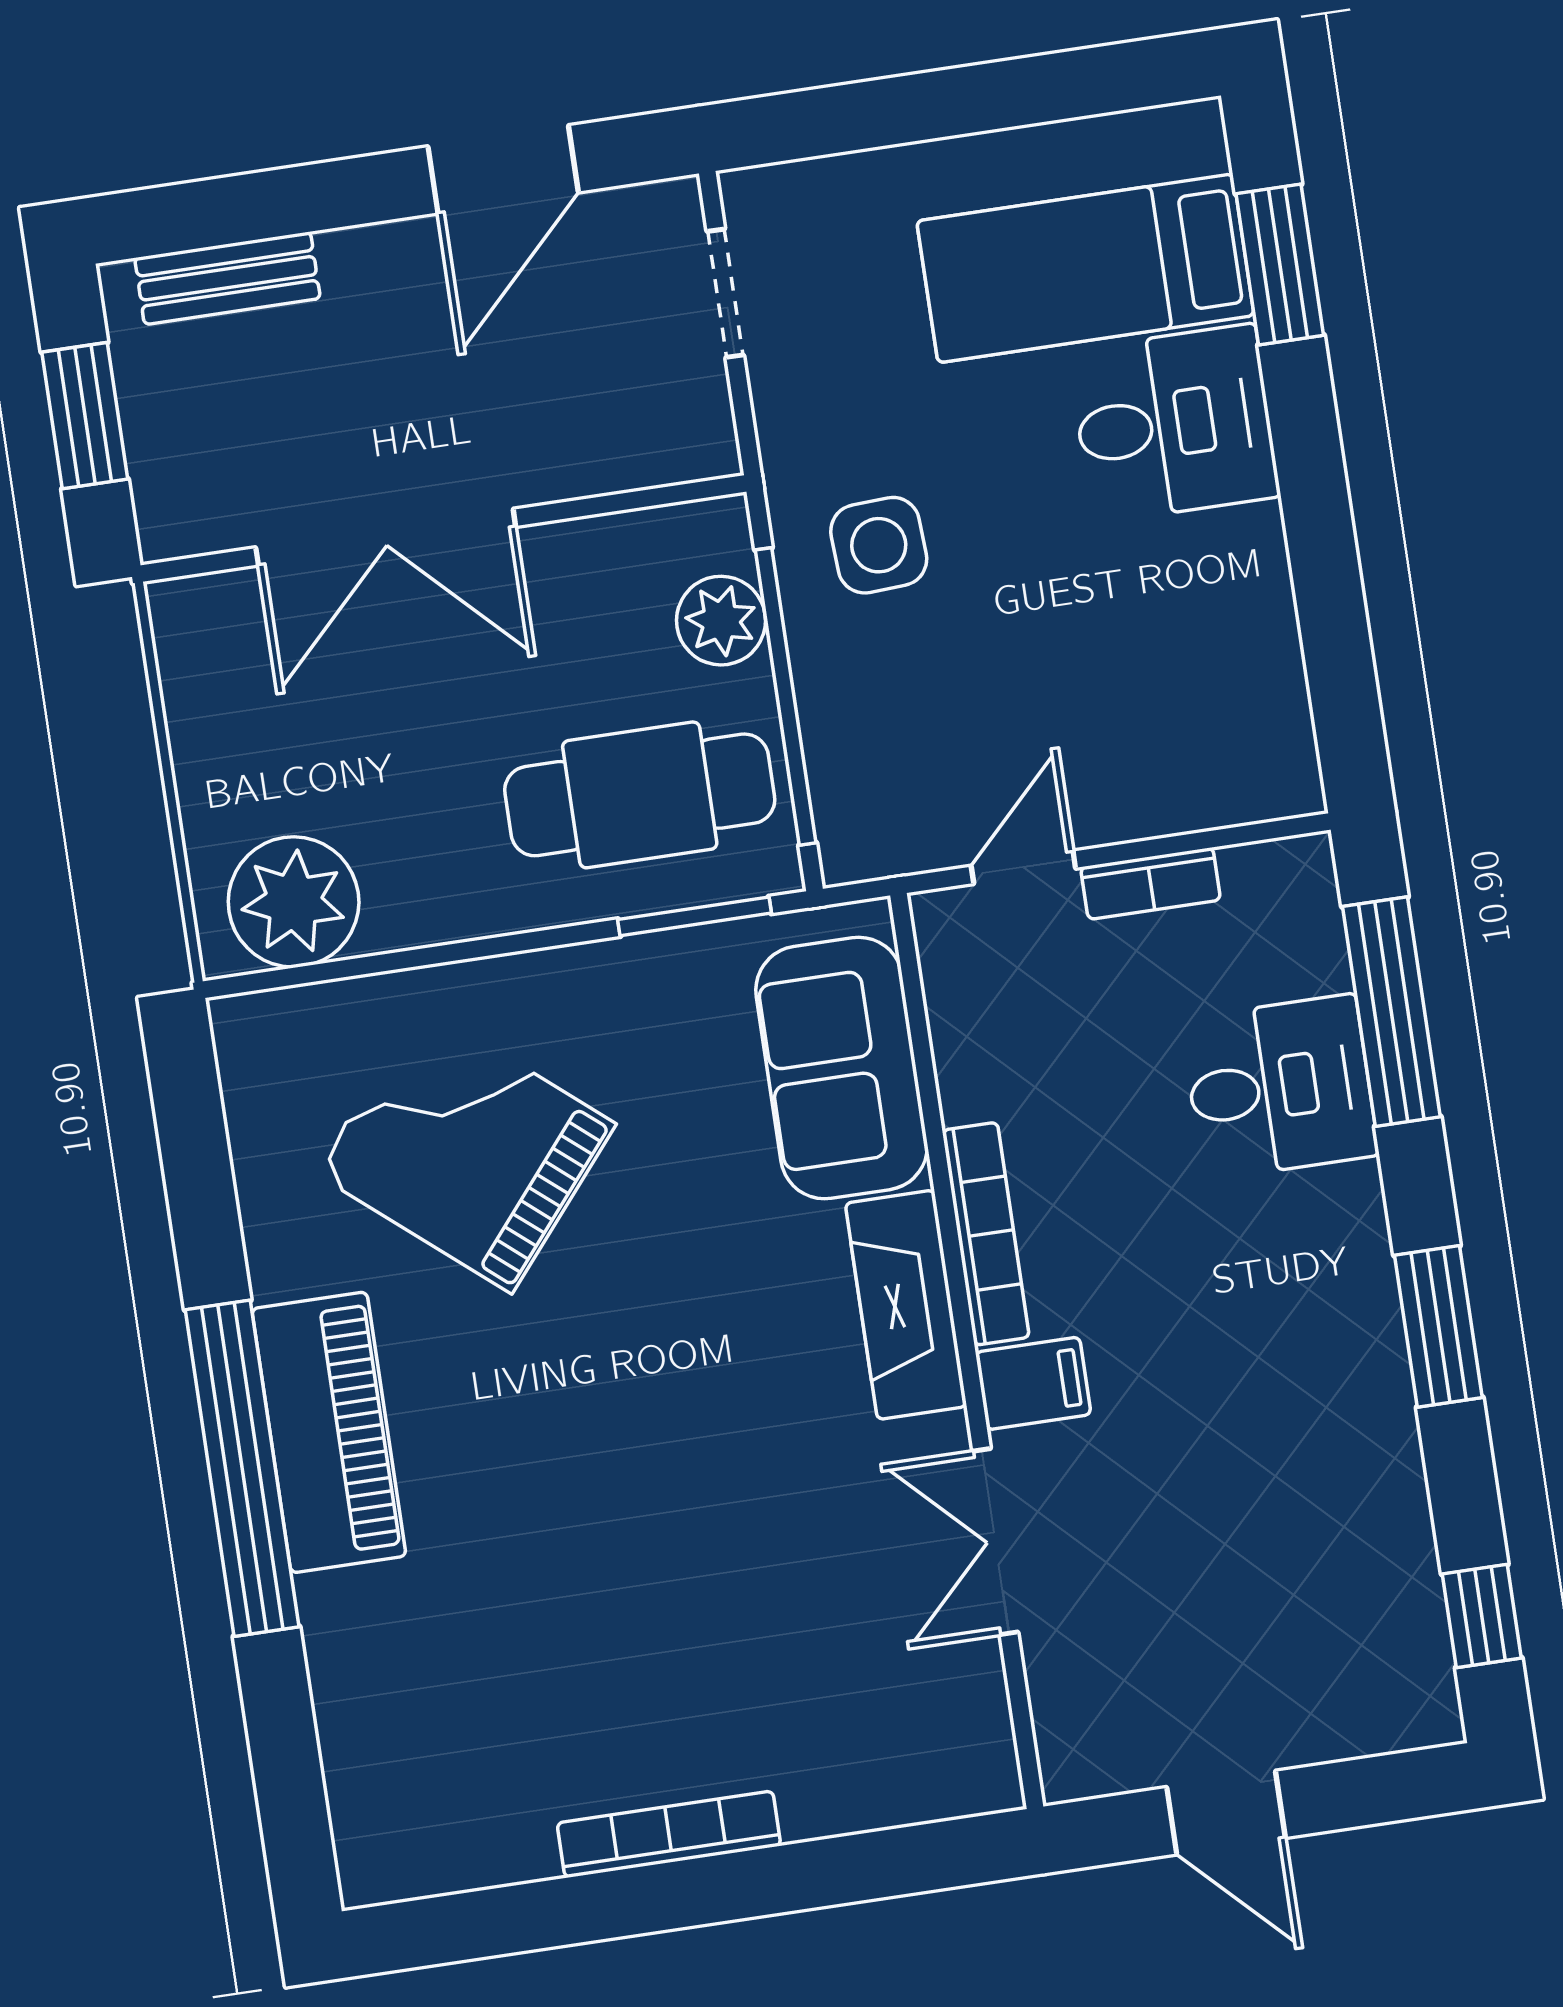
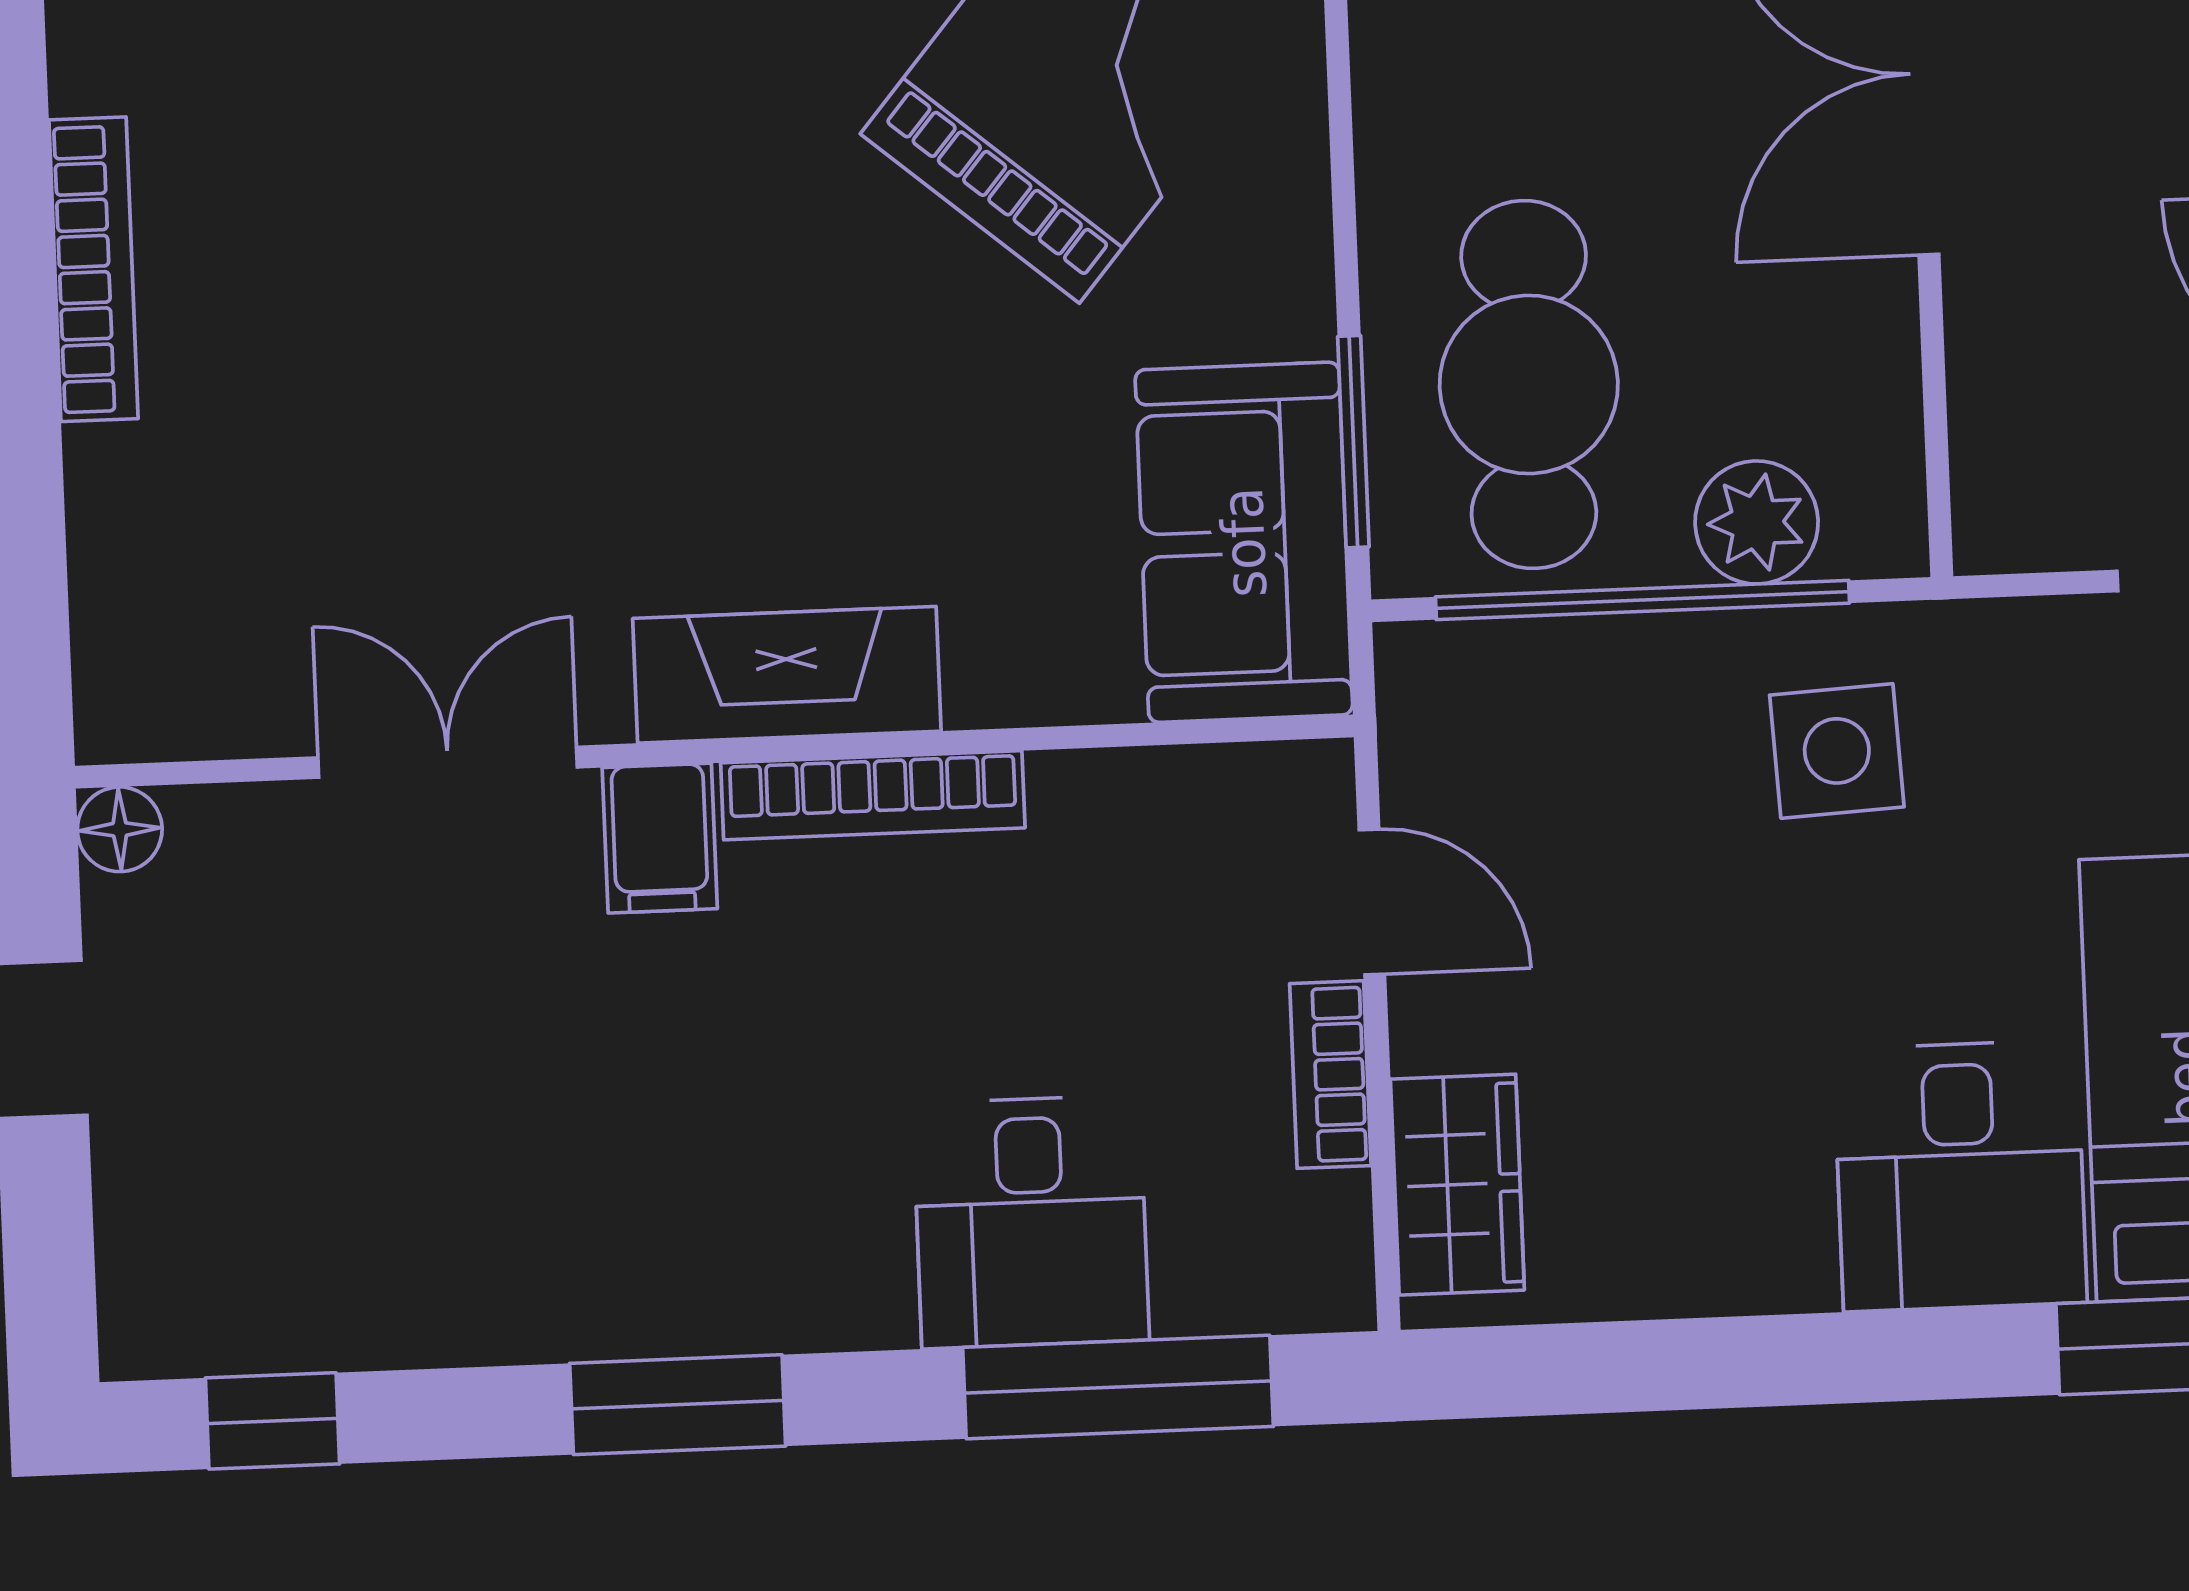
wardrobe: (1220, 784) -> (1457, 1185), added
sofa: (842, 1068) -> (1244, 542), moved, turned -90
floor lamp: (1069, 1772) -> (120, 829), added

